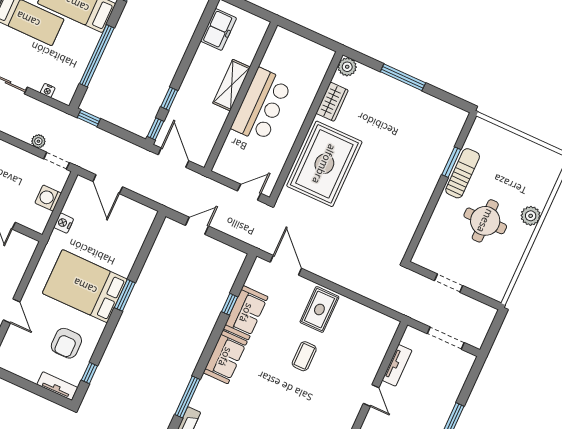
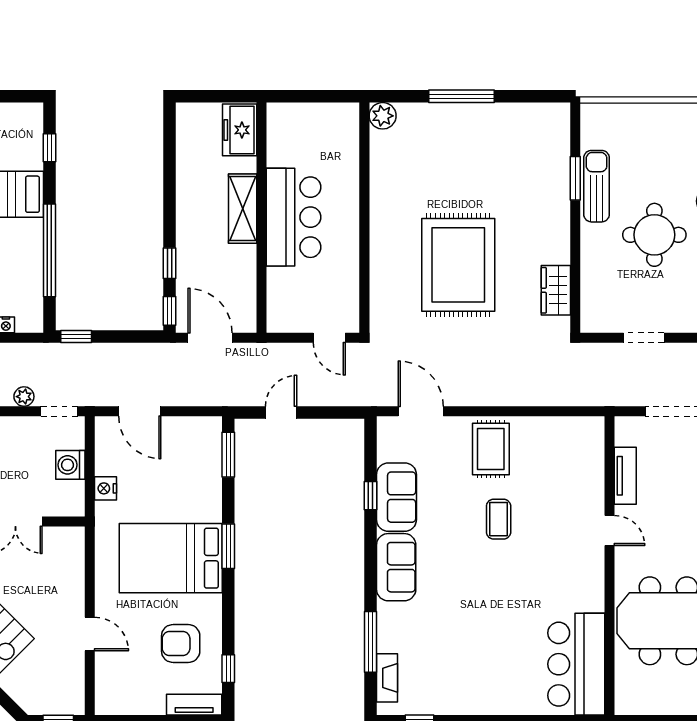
freezer: (218, 29) -> (240, 130), moved, turned 180
wardrobe: (332, 102) -> (556, 290), moved, turned 180
rug: (324, 164) -> (458, 265), moved
door: (249, 192) -> (329, 338), swing flipped
window: (151, 237) -> (228, 455), added
armchair: (66, 343) -> (181, 643), turned 90

